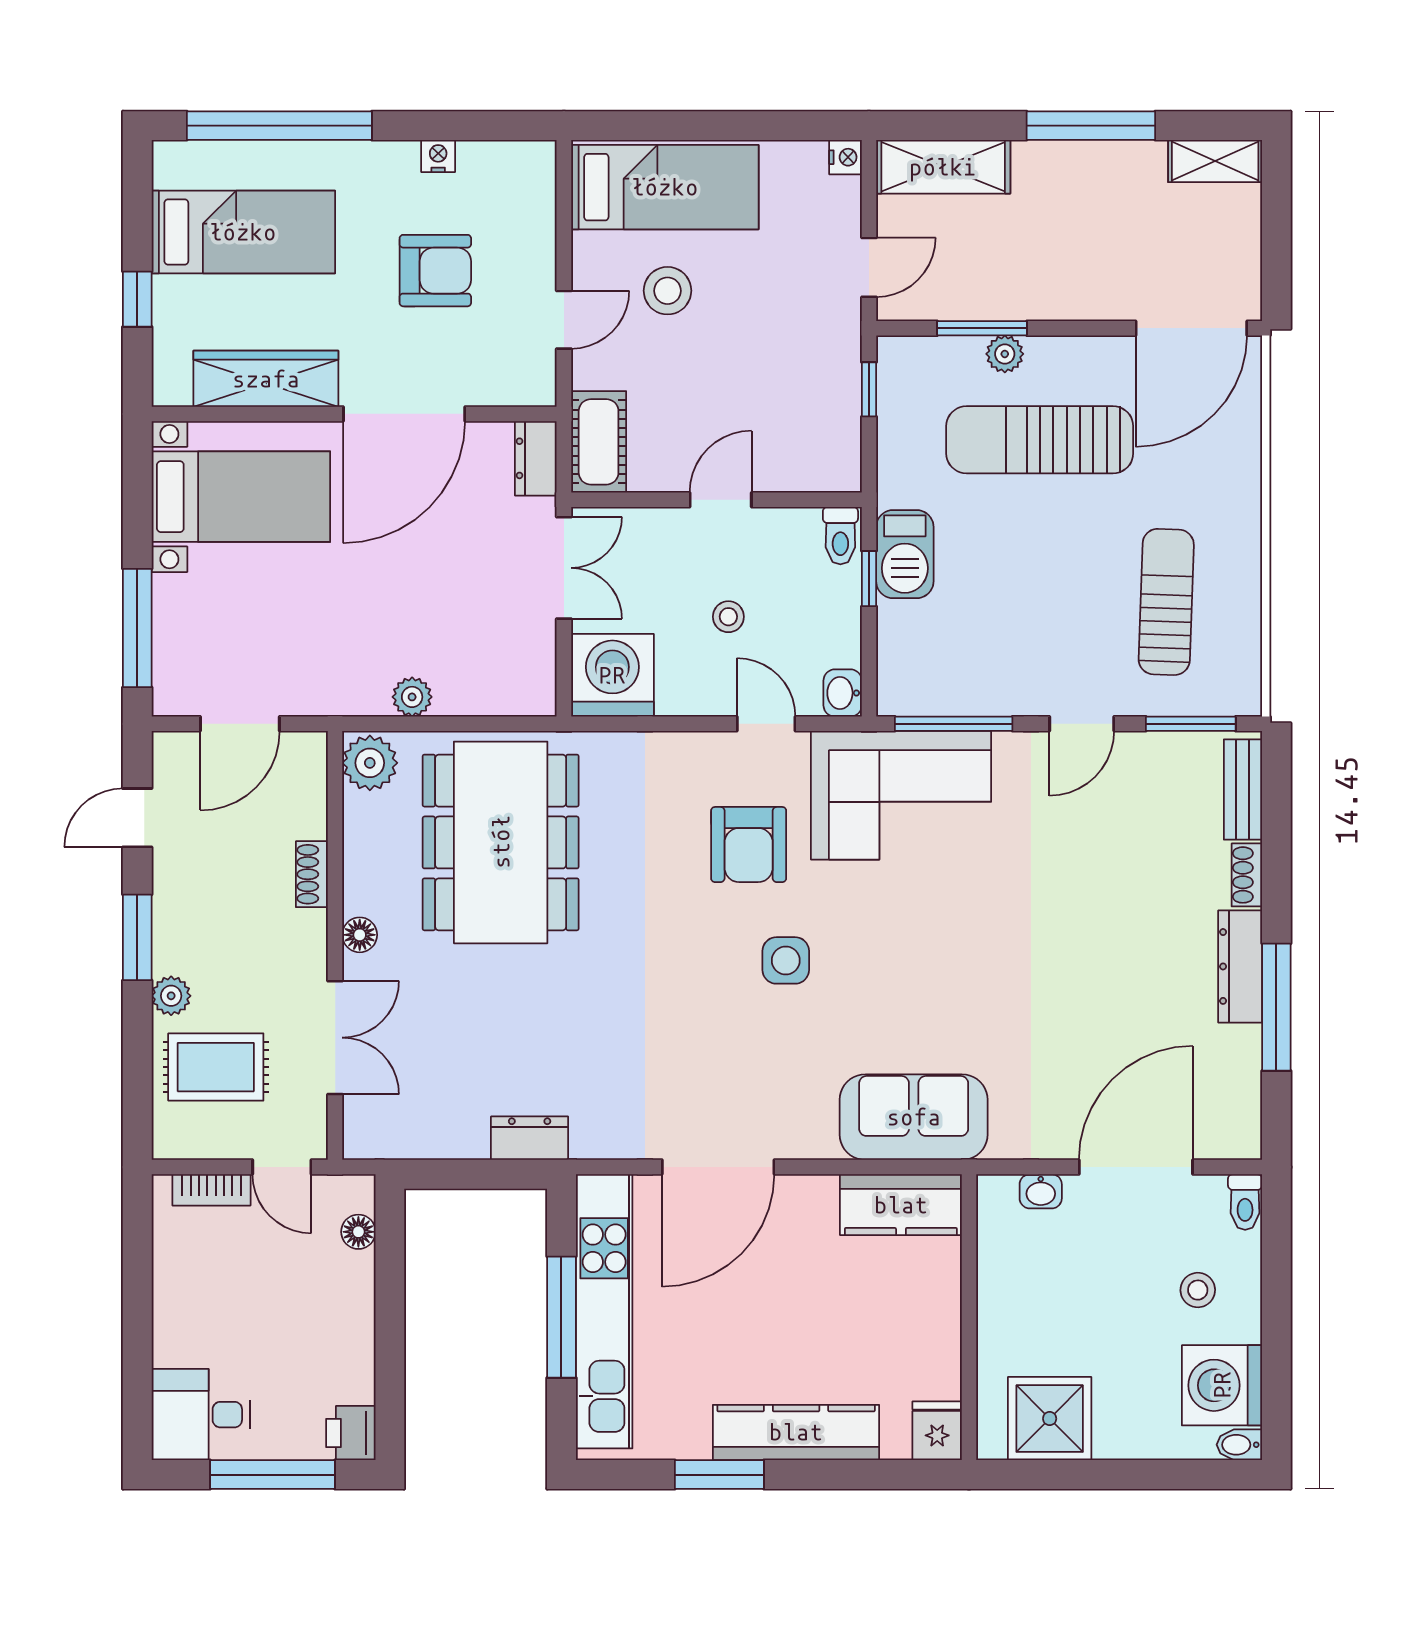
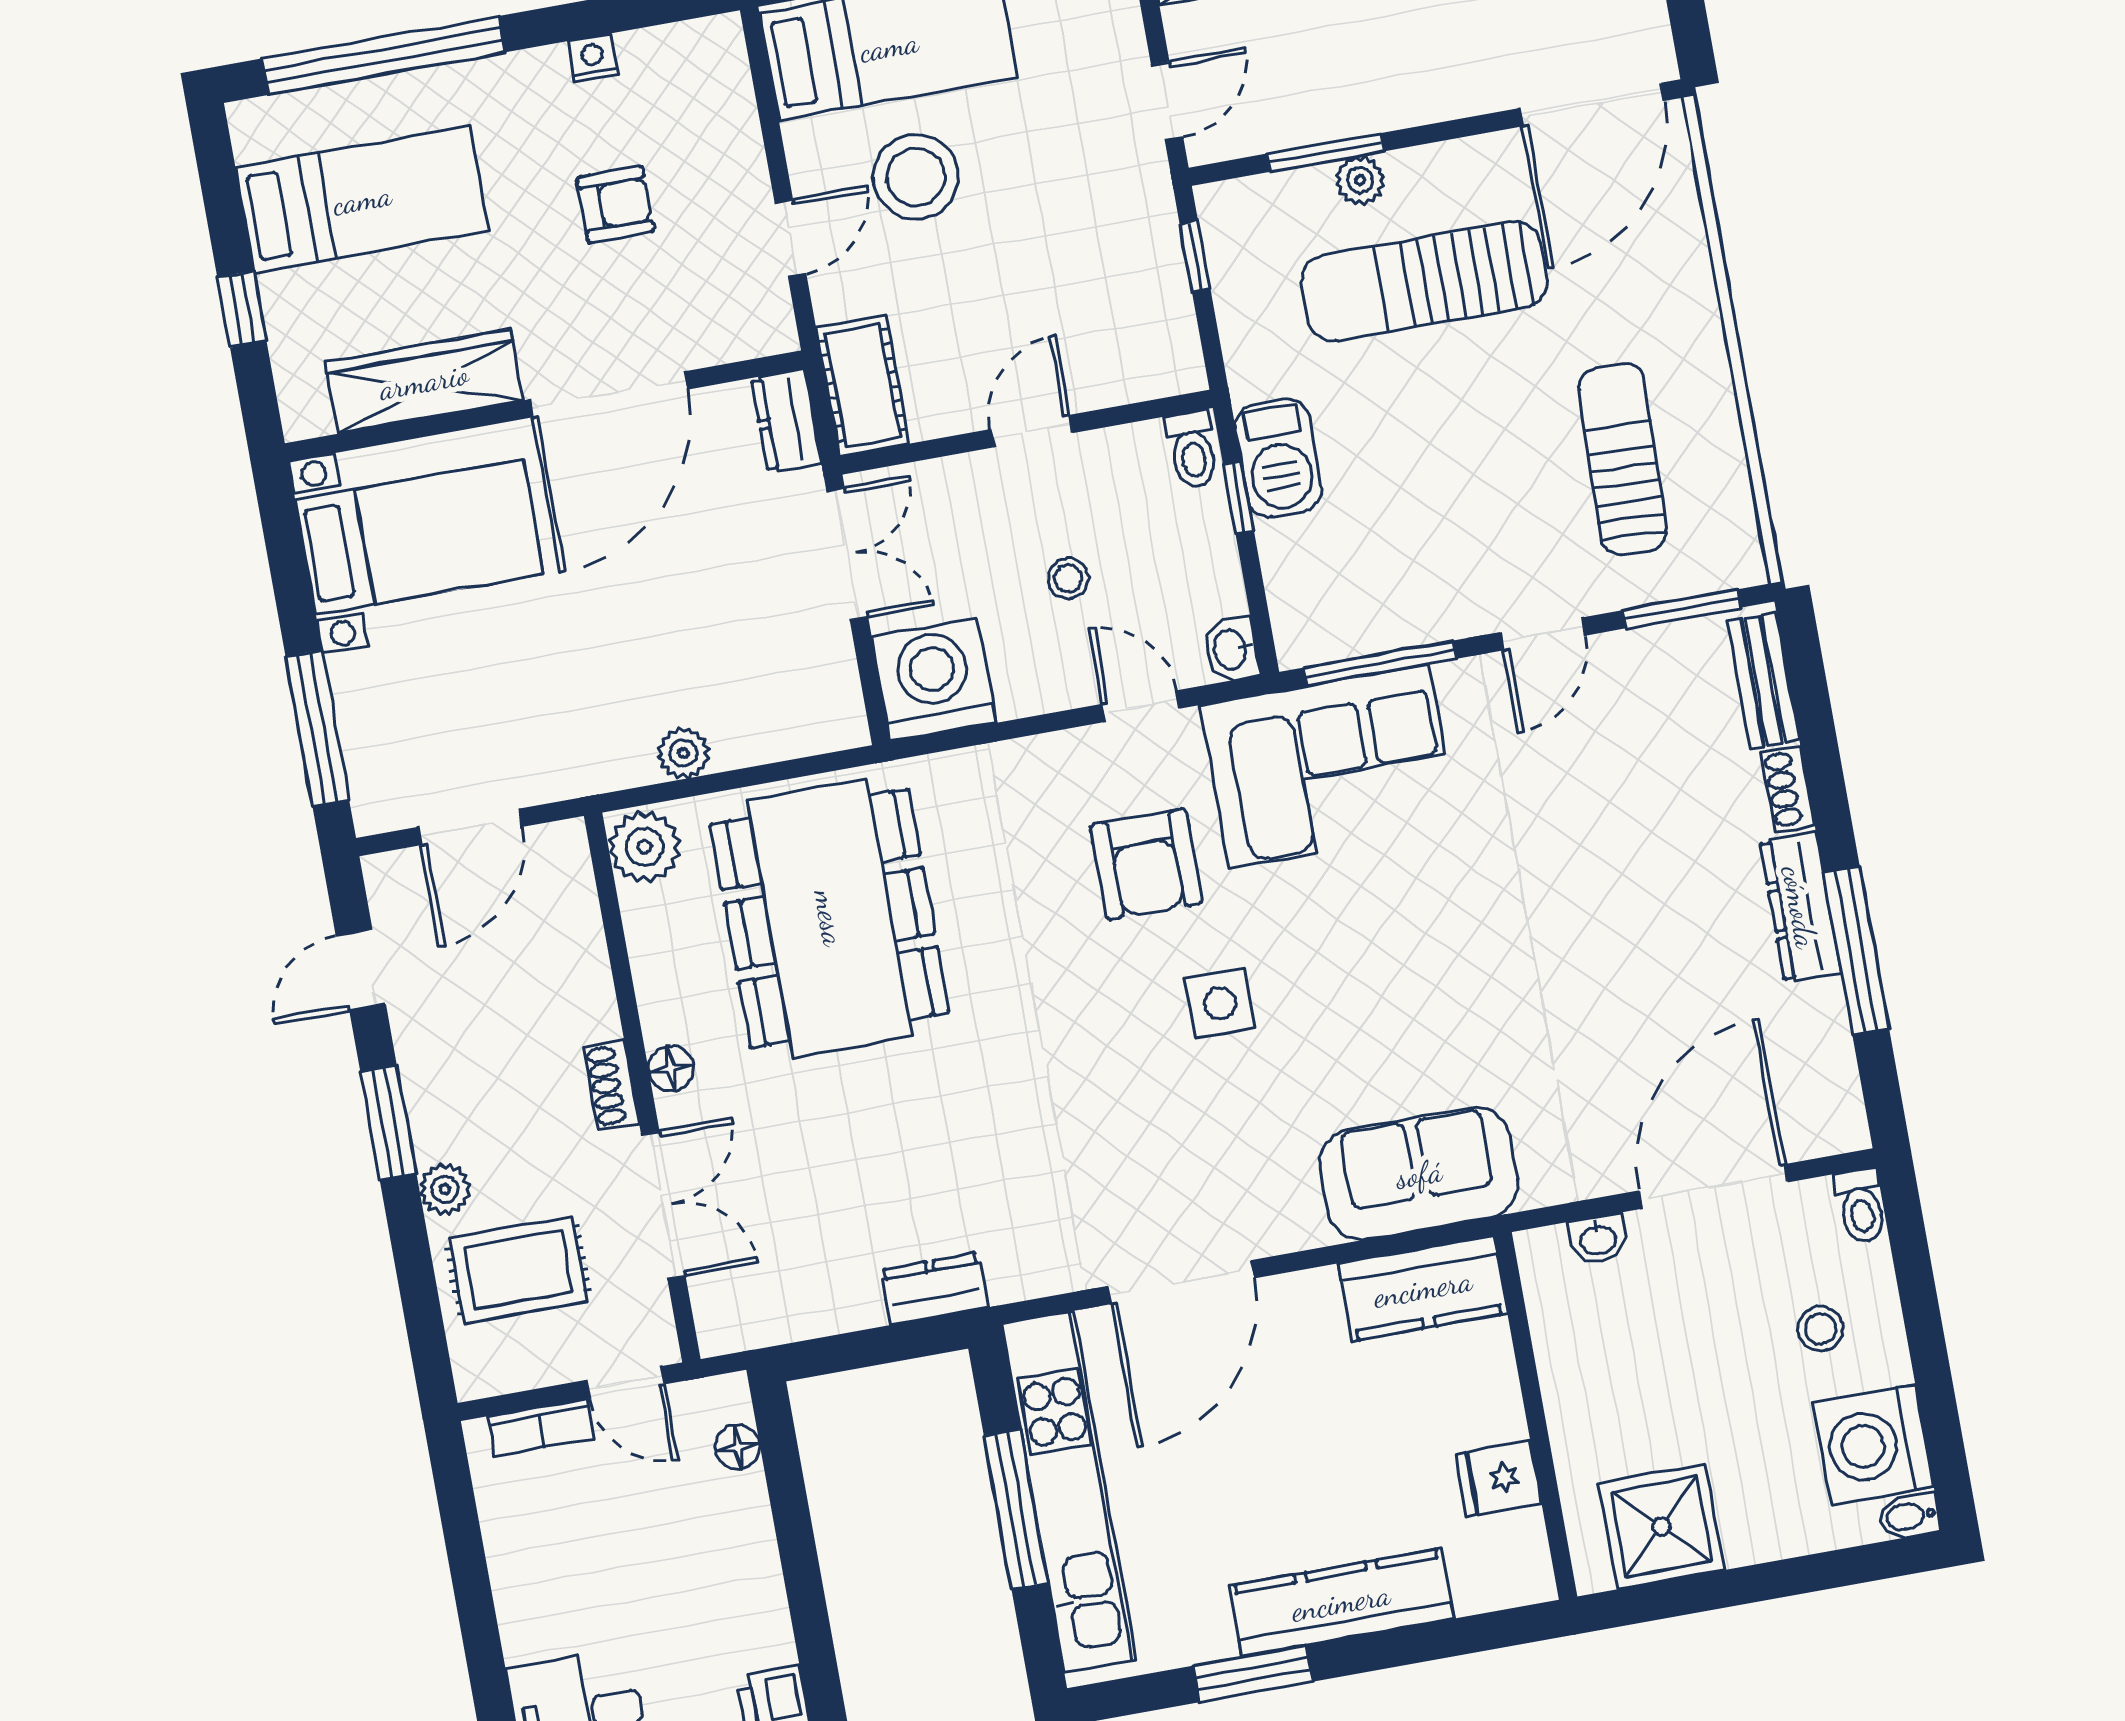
armchair: (435, 271) -> (615, 204), width x0.72, depth x0.72
stool: (668, 291) -> (916, 177), width x1.38, depth x1.38
shoe rack: (312, 874) -> (611, 1085), moved
fridge: (937, 1431) -> (1498, 1478), moved, turned -90

